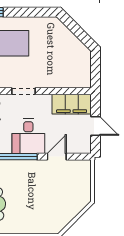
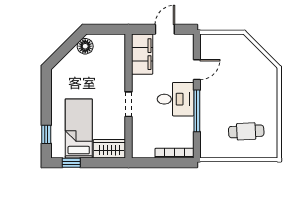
floor lamp: (79, 49) -> (85, 46), added
door: (57, 157) -> (197, 70), swing flipped

